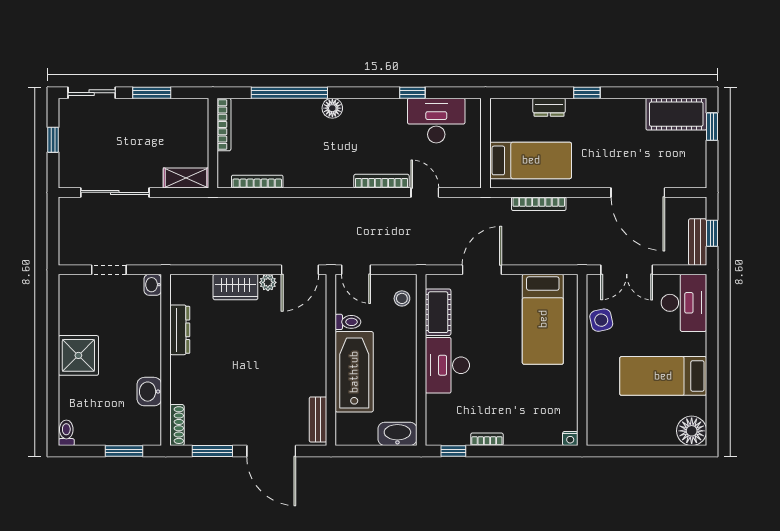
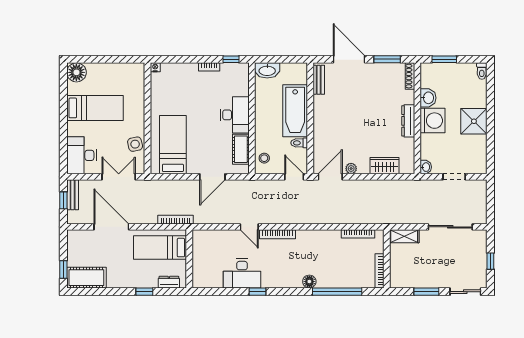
wall: (485, 143) -> (189, 259), moved
bed: (531, 160) -> (160, 248), moved
wardrobe: (235, 287) -> (385, 166), moved
dresser: (180, 330) -> (408, 121), moved
washing machine: (142, 356) -> (432, 121), added

